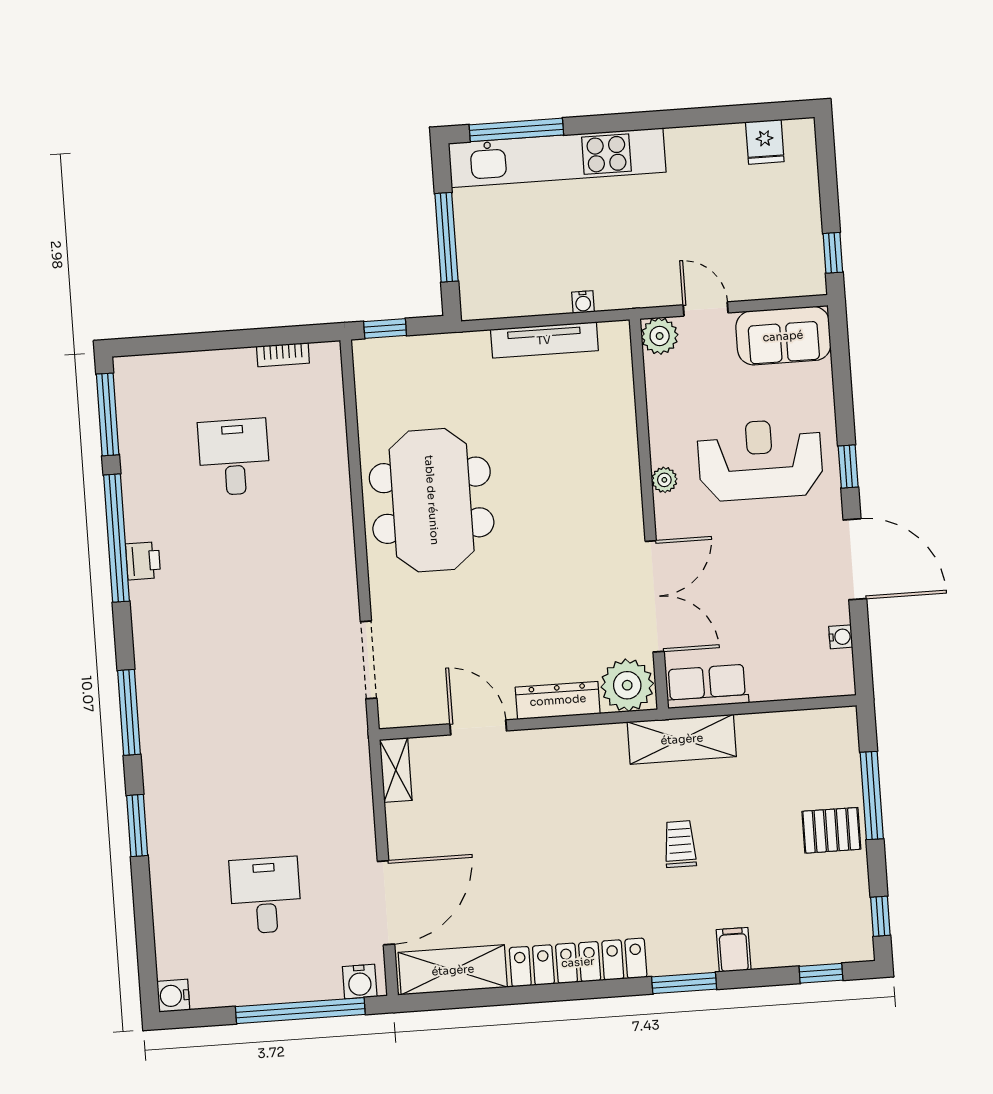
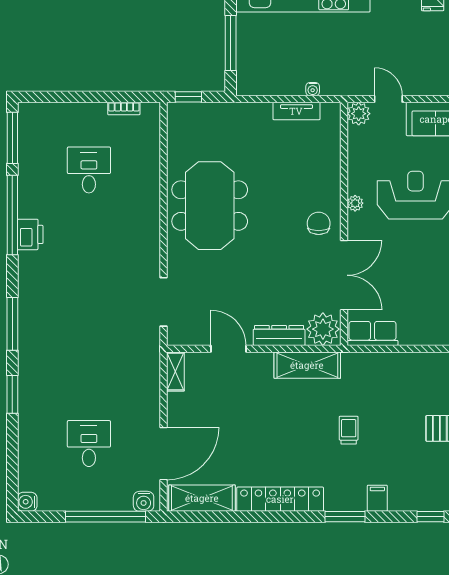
tv unit: (544, 340) -> (296, 111), width x0.71
chair: (608, 516) -> (319, 223), added
printer: (143, 561) -> (30, 234), width x1.36, depth x1.24
shelving: (682, 739) -> (307, 365), moved

